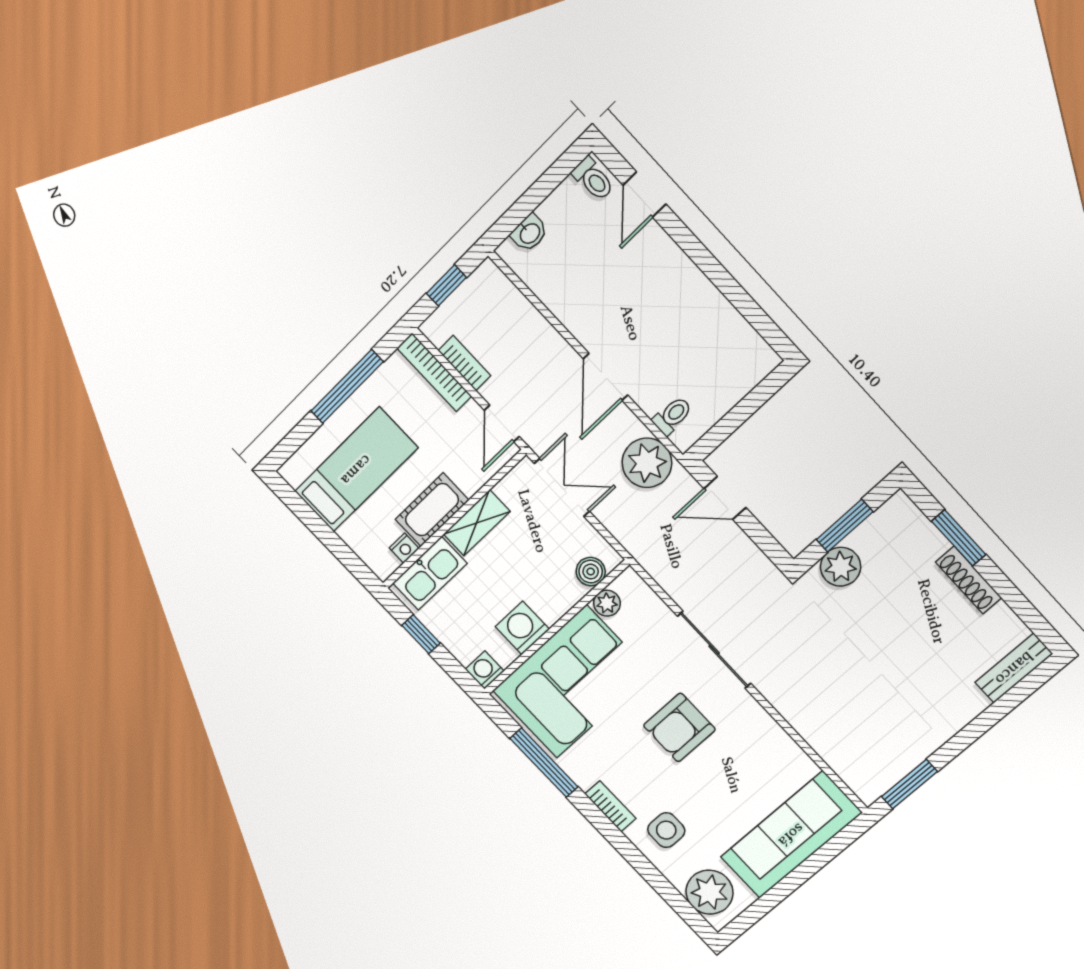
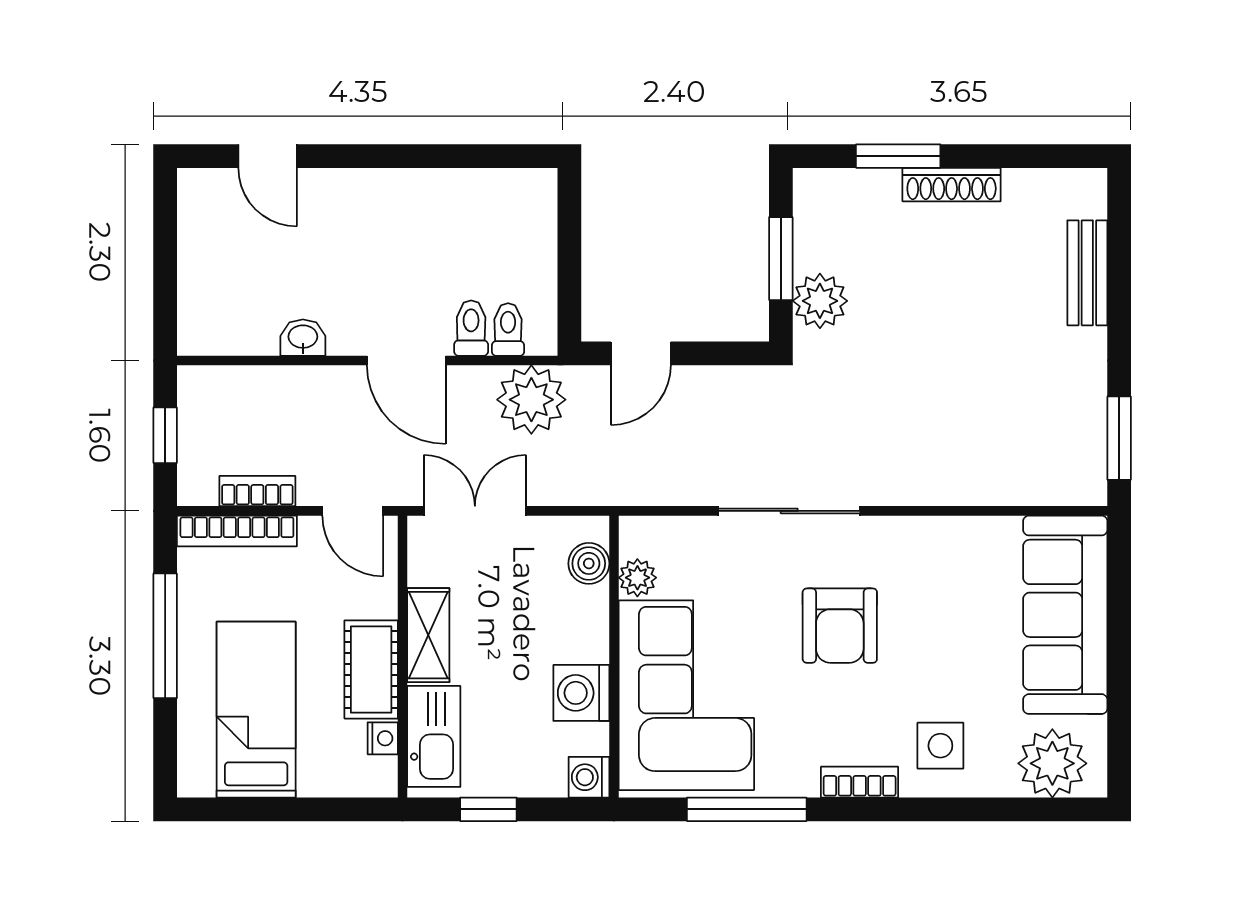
toilet: (593, 179) -> (471, 328), moved, turned -90
washbasin: (529, 233) -> (303, 338), moved, turned -90
bench: (1014, 668) -> (1087, 273), moved

